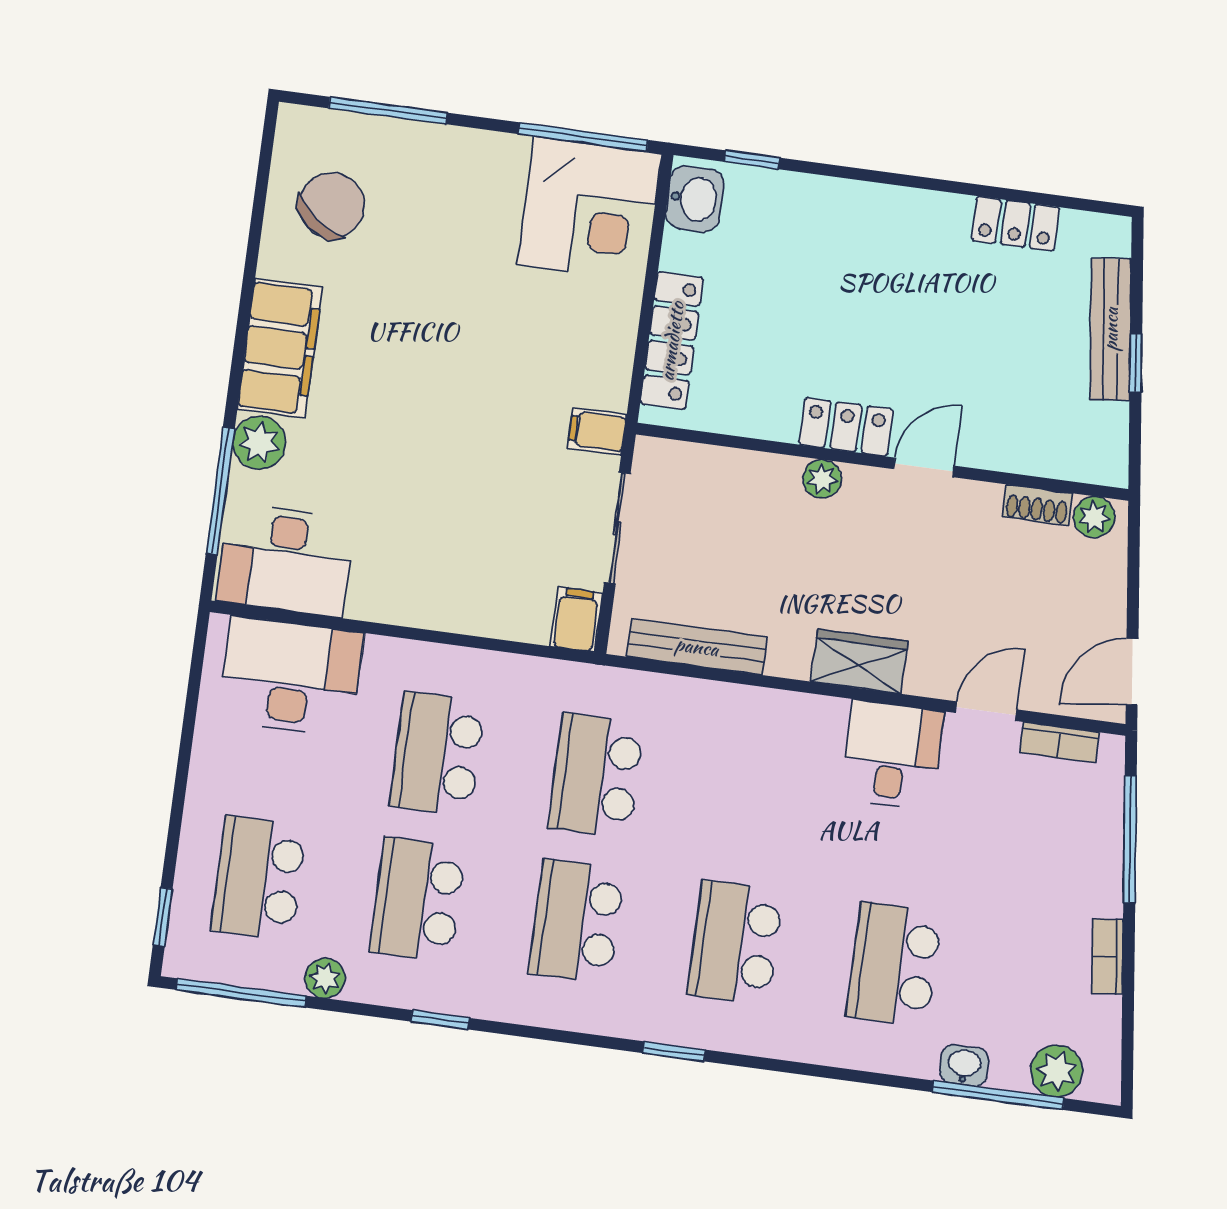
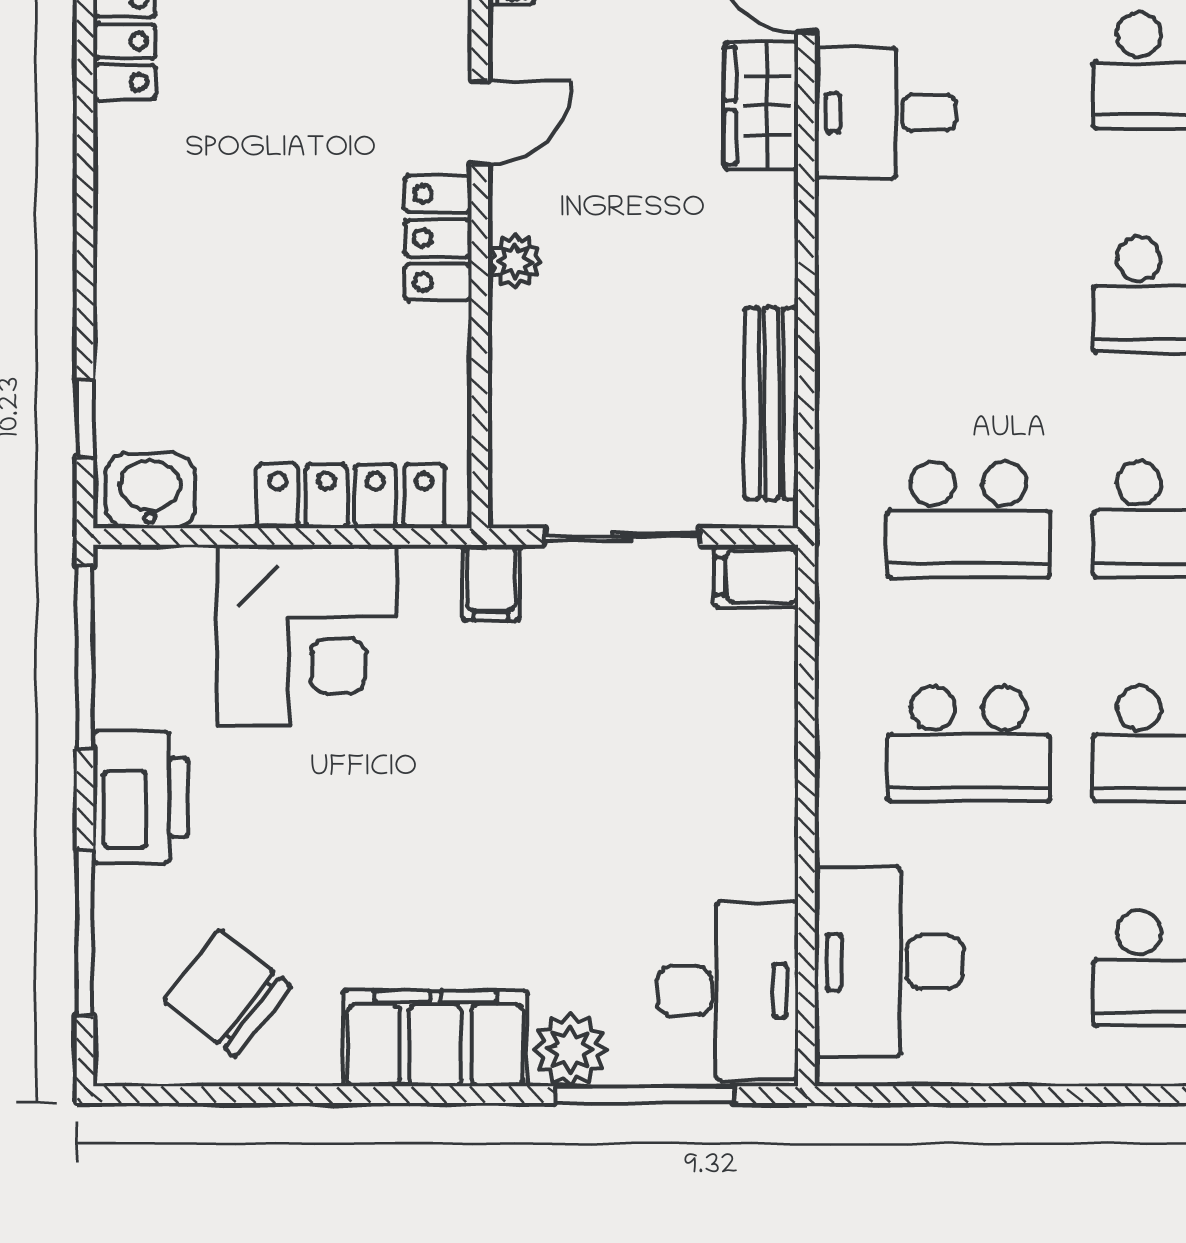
printer: (479, 163) -> (141, 797), added
corner desk: (589, 209) -> (307, 635), moved, turned 90
door: (924, 467) -> (480, 122), swing flipped
wardrobe: (859, 661) -> (761, 106), moved

